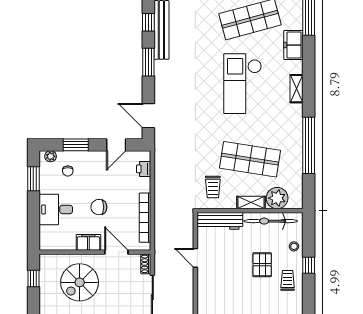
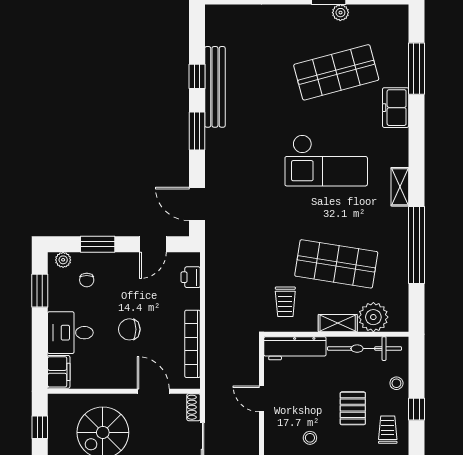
checkout: (243, 84) -> (326, 160), turned -90
shelving: (296, 89) -> (400, 187), moved
filing cabinet: (88, 242) -> (59, 372), moved, turned 90
stool: (231, 286) -> (310, 438), added

